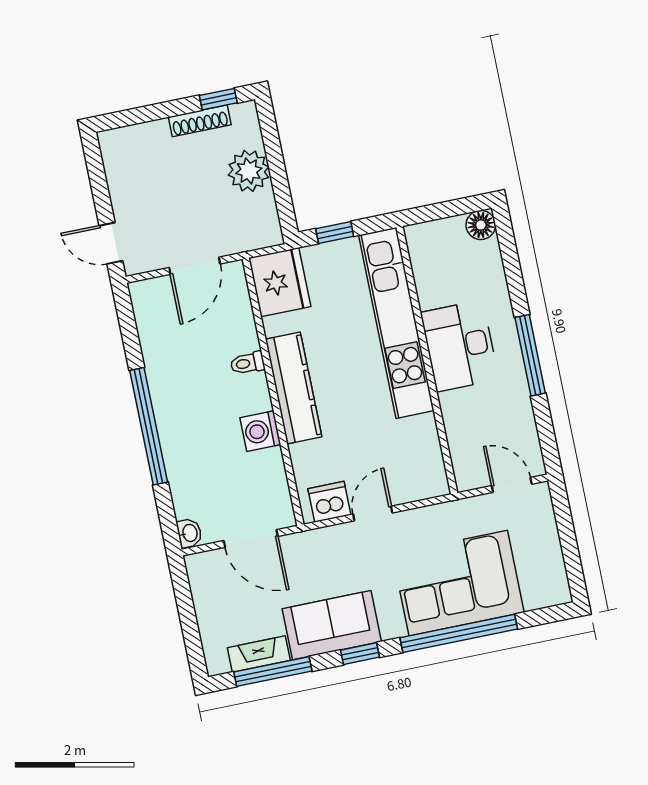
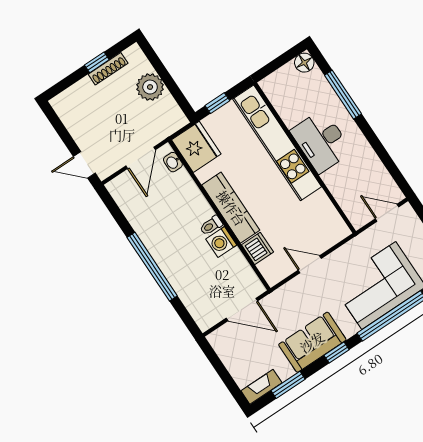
window: (218, 99) -> (97, 62), moved
window: (530, 355) -> (343, 95), moved
toilet: (248, 363) -> (211, 225), moved
dishwasher: (329, 502) -> (257, 248), moved, turned 90
door: (373, 513) -> (310, 264), hinge flipped
washbasin: (189, 533) -> (173, 162), moved, turned 180
fireplace: (259, 654) -> (261, 387), moved
window: (273, 672) -> (288, 385), width x0.69

